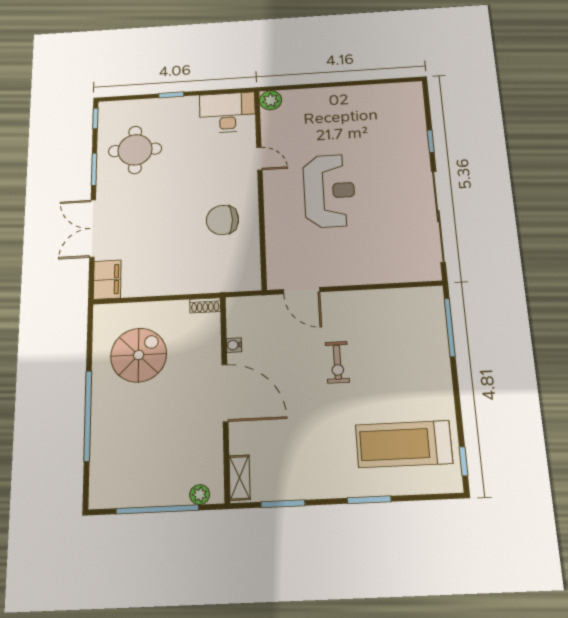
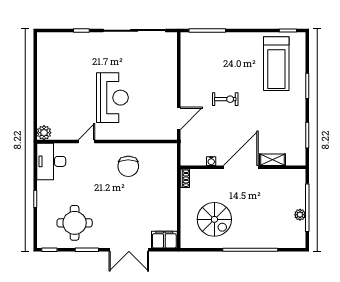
reception desk: (329, 191) -> (112, 98), turned 90
spiral stairs: (139, 355) -> (214, 219), turned 180
shelving: (240, 478) -> (273, 160), moved
plant: (200, 495) -> (300, 215), moved

